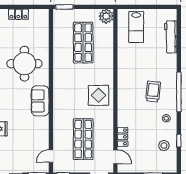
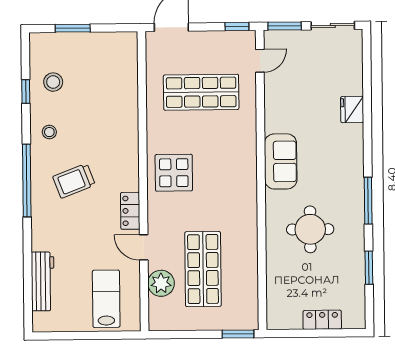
plant: (106, 16) -> (161, 283), moved
round table: (24, 64) -> (310, 229), width x0.73, depth x0.73
trolley: (153, 91) -> (74, 181), turned 63
locker: (123, 137) -> (130, 211), moved
shop shelf: (83, 139) -> (201, 92), turned 90
door: (115, 157) -> (144, 247), moved

